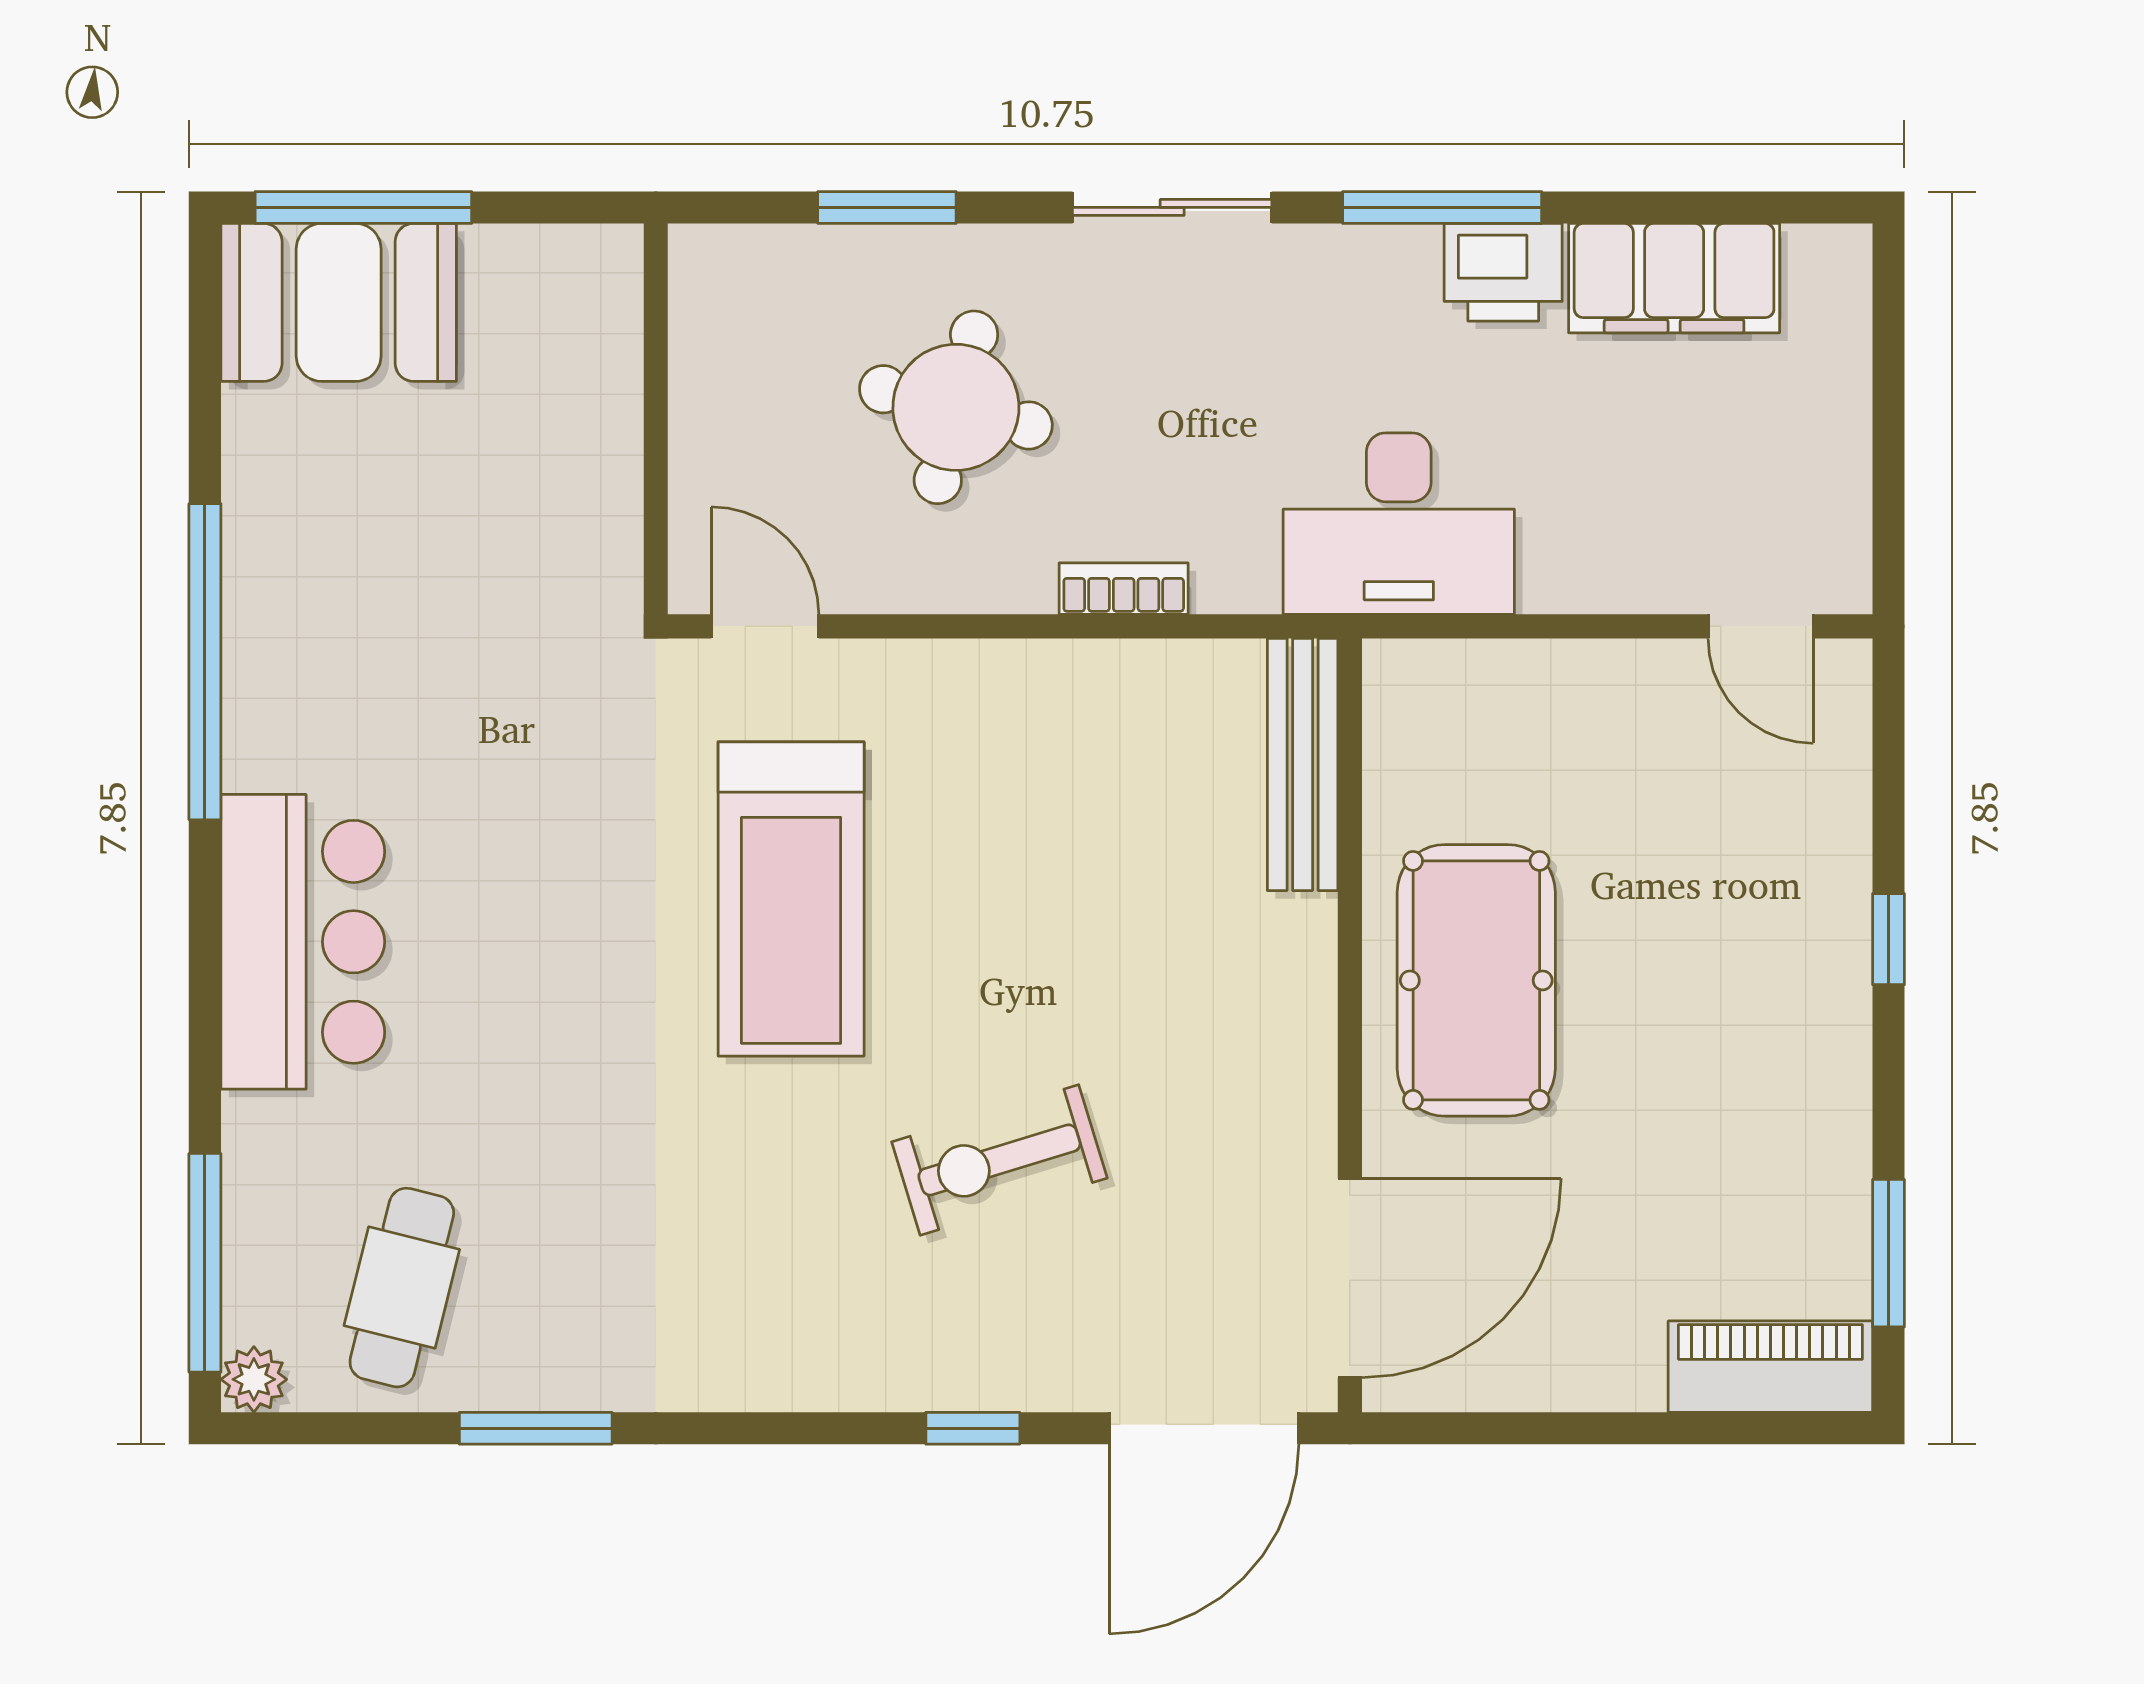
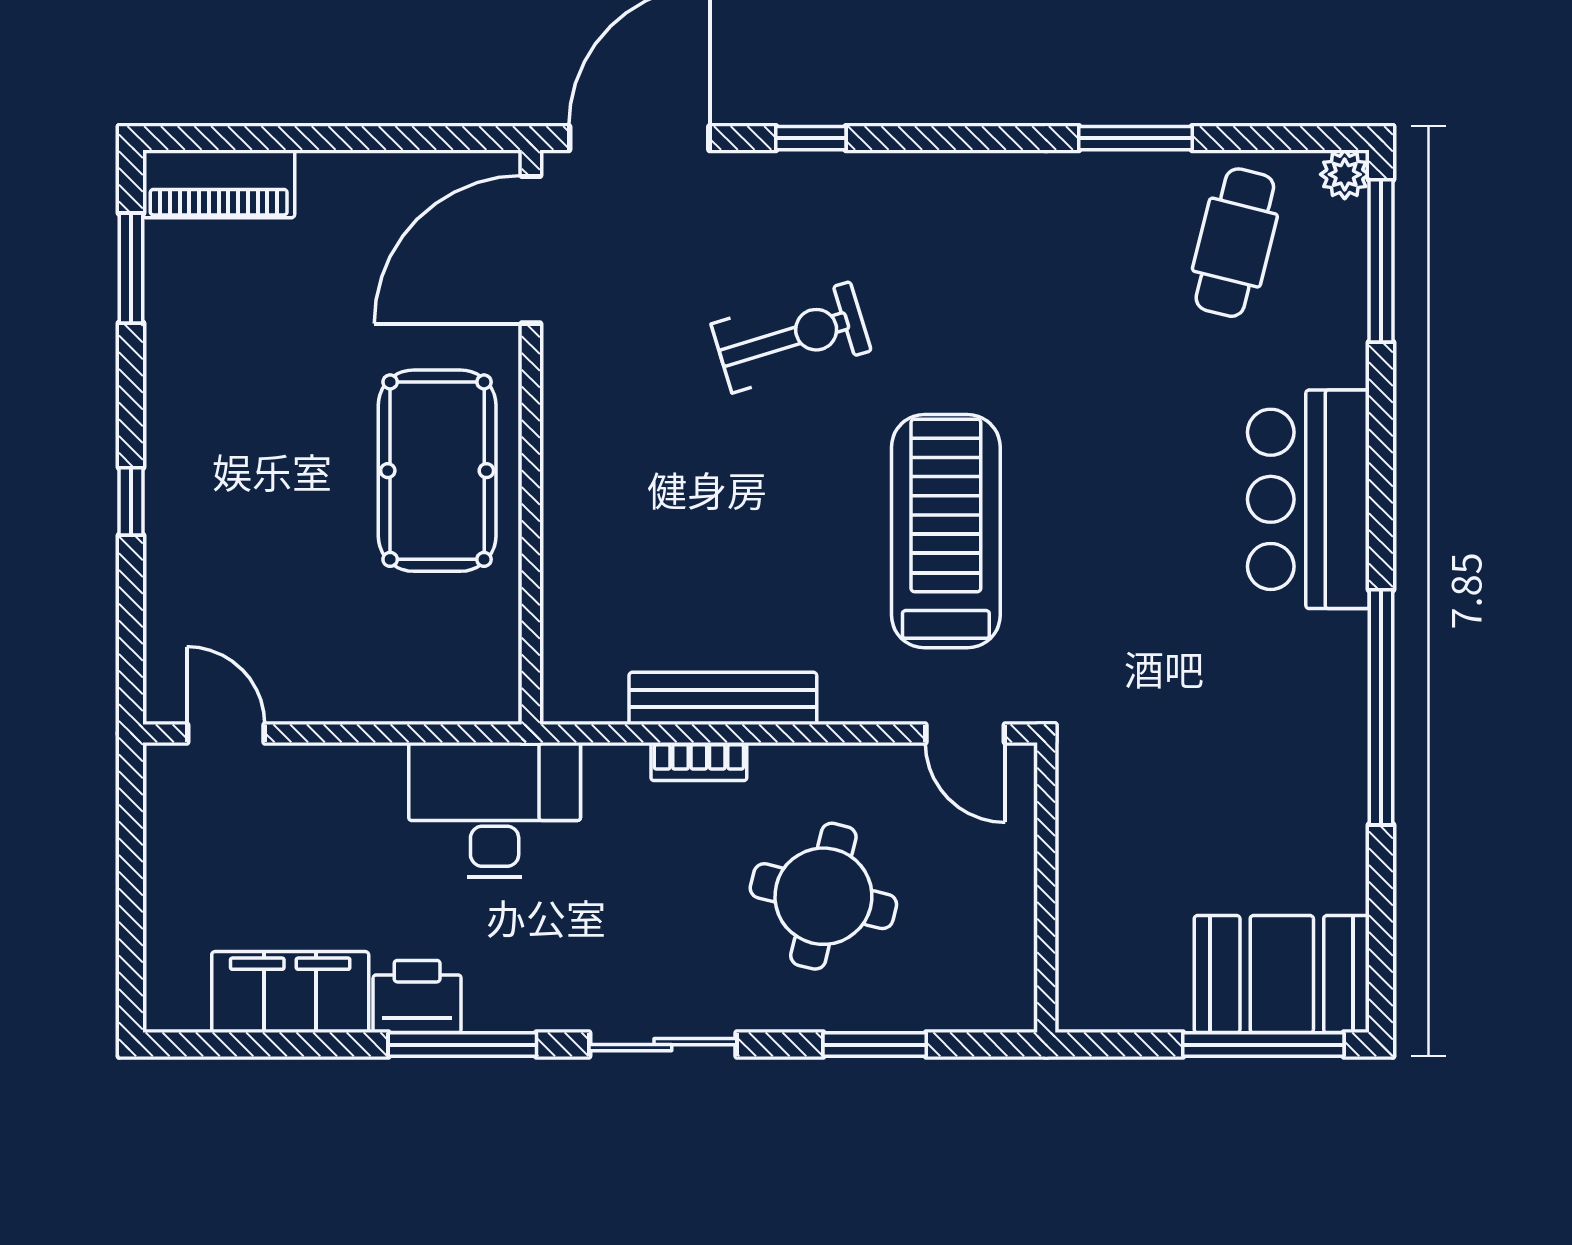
bench: (1303, 764) -> (723, 698), moved, turned 90

